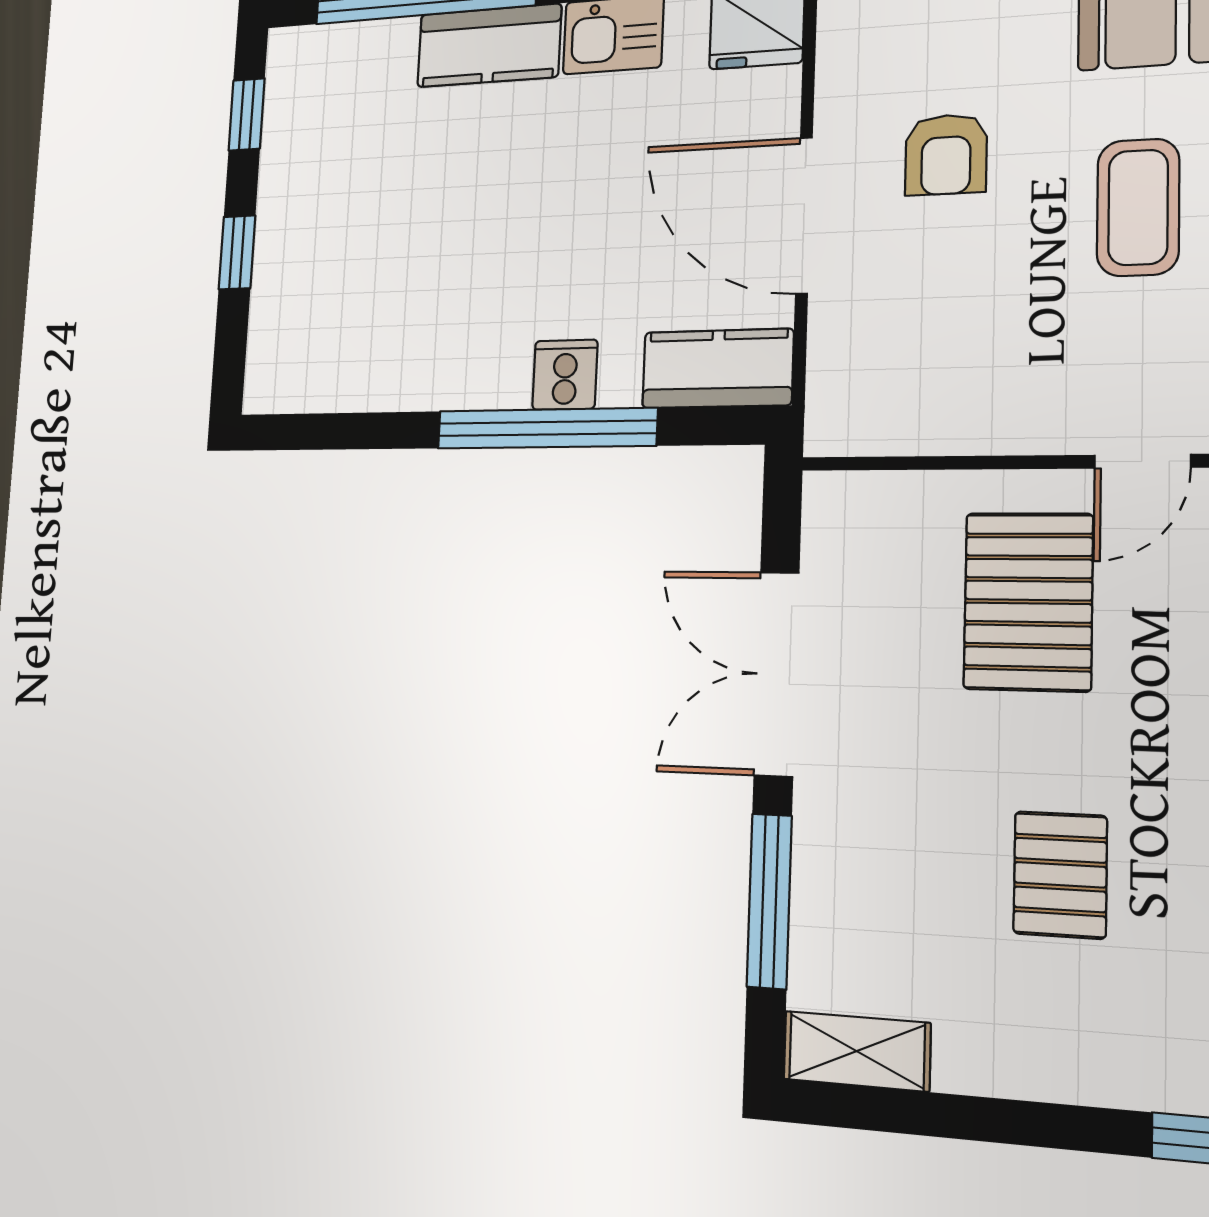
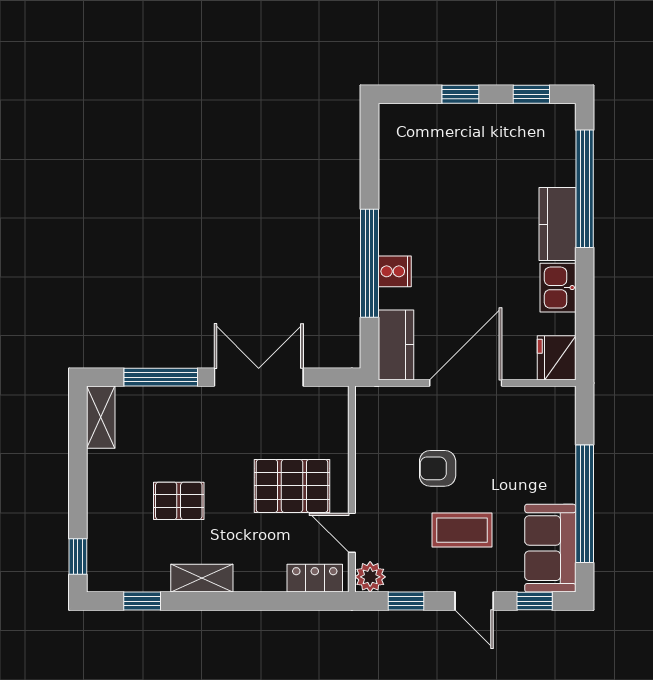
armchair: (946, 154) -> (438, 468), moved

